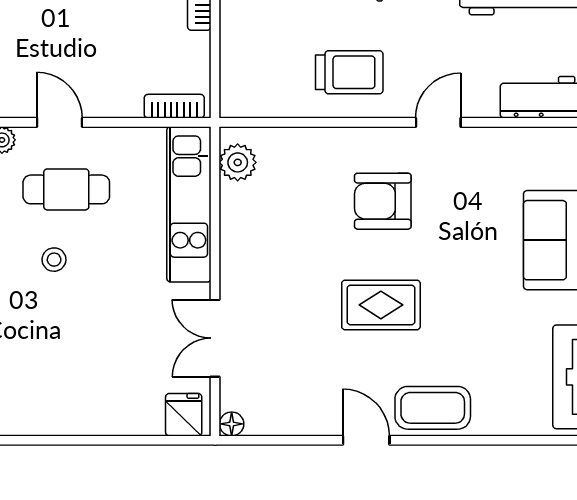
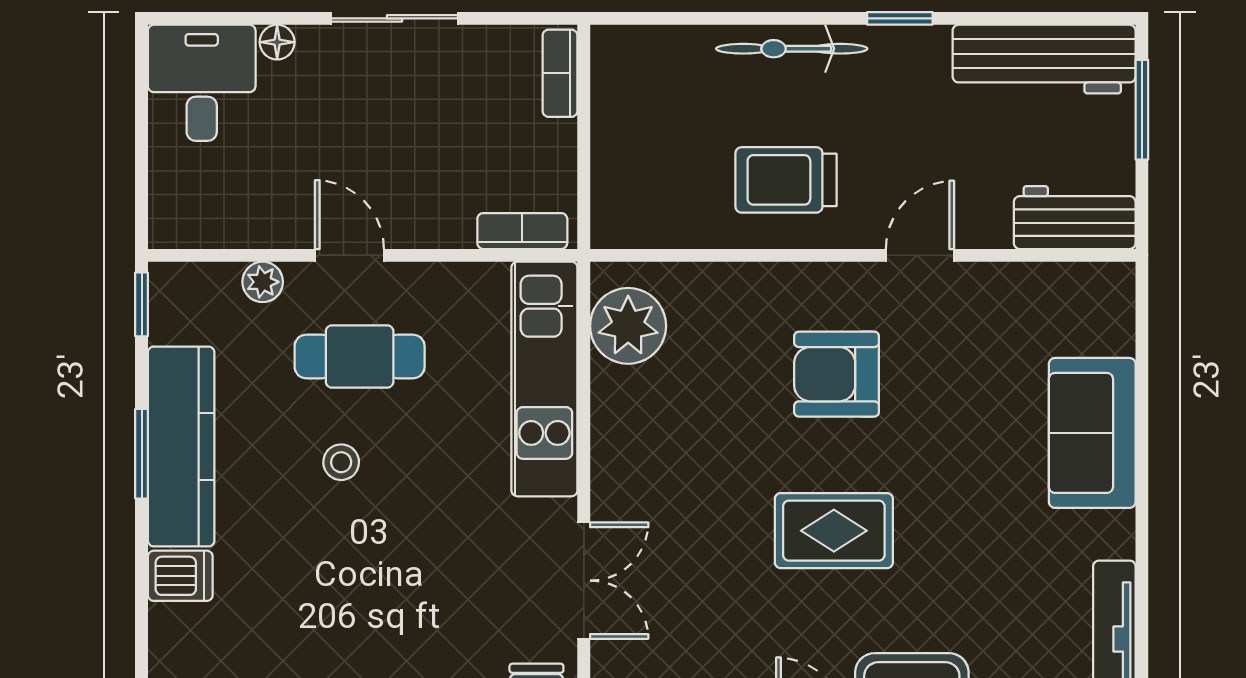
trolley: (349, 72) -> (786, 180), turned 180
plant: (238, 162) -> (628, 326), width x1.36, depth x1.36
double door: (215, 338) -> (584, 581), swing flipped

